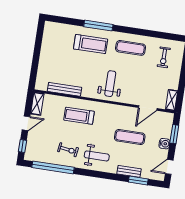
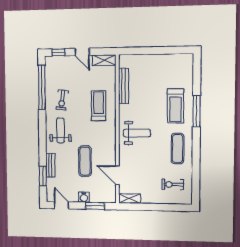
weight bench: (97, 156) -> (61, 130), turned 180

